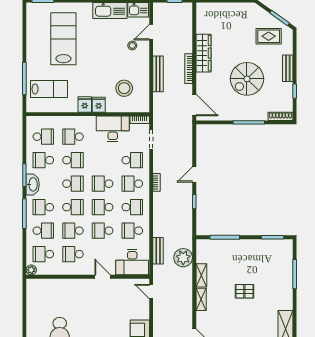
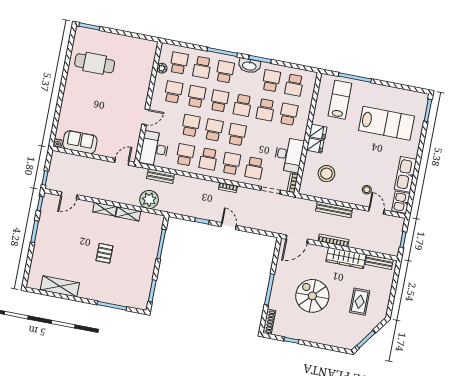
rug: (269, 36) -> (360, 302), moved
bench: (288, 68) -> (379, 262), moved
lab bench: (49, 89) -> (340, 100), turned 180
school desk: (73, 207) -> (219, 101), turned 180
plant: (31, 270) -> (162, 68), moved

